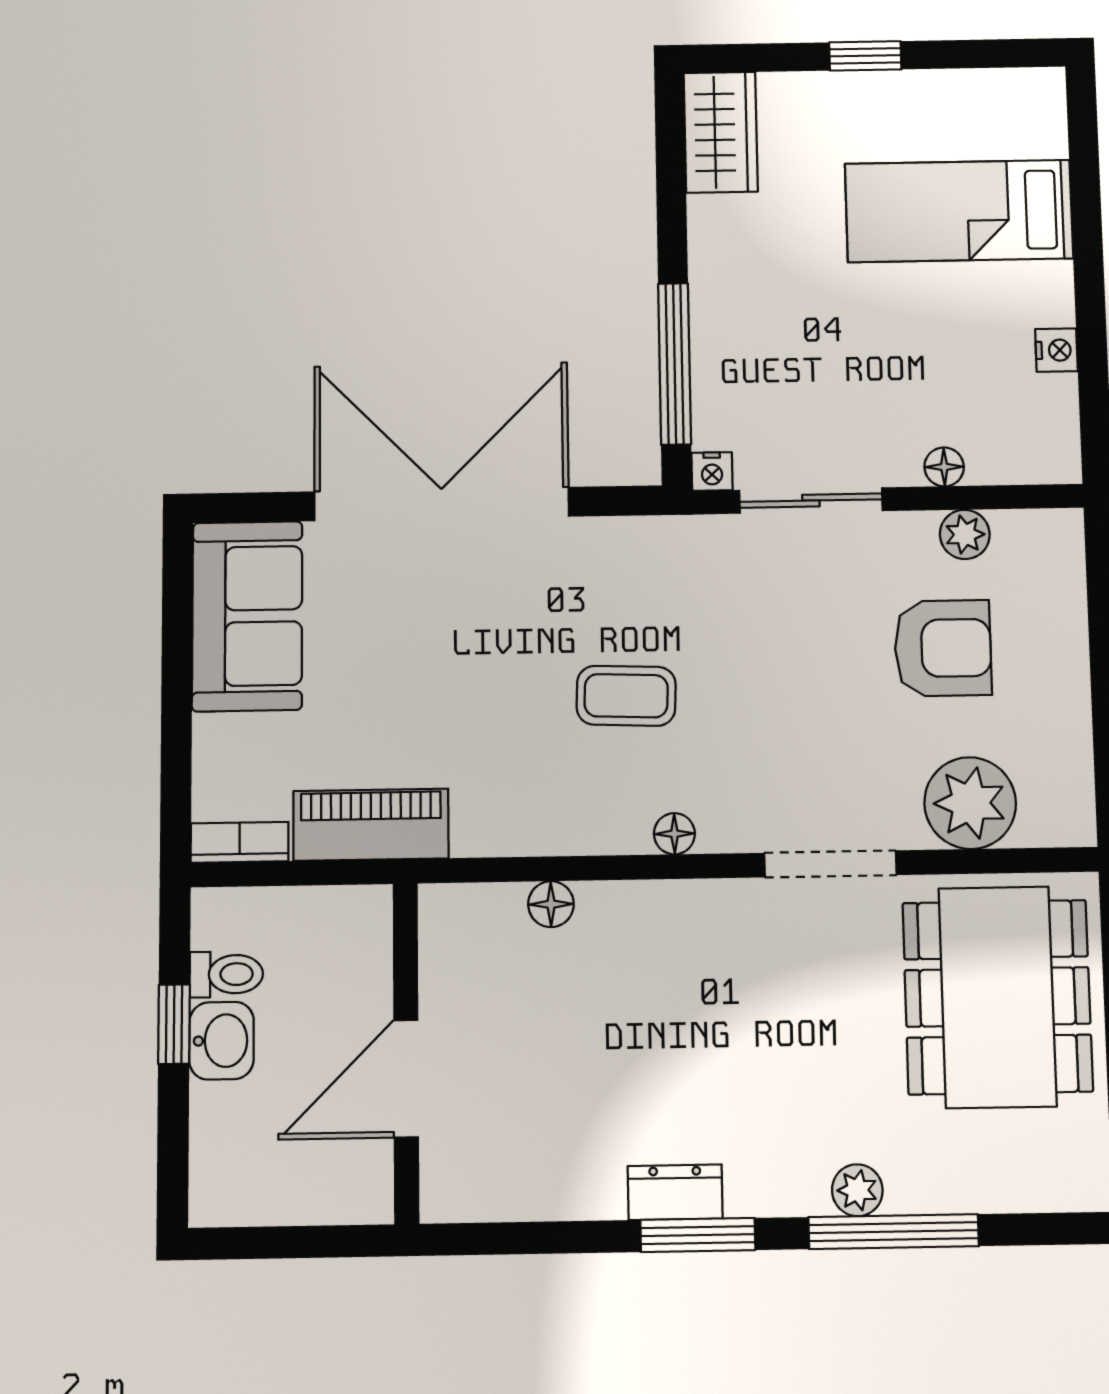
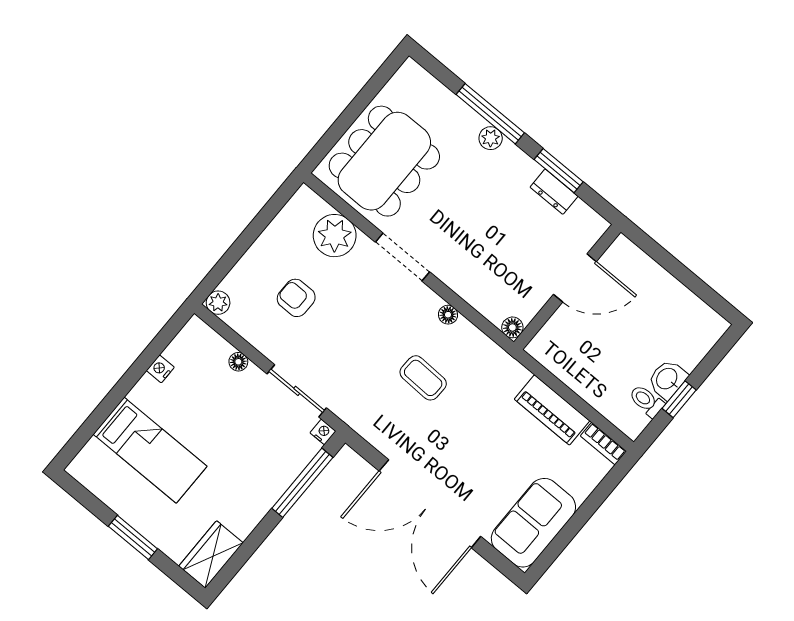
window: (865, 56) -> (133, 537), width x1.50
plant: (965, 534) -> (218, 303), moved
armchair: (943, 648) -> (296, 298), width x0.72, depth x0.72
wall: (406, 1052) -> (567, 287), moved
door: (406, 1079) -> (575, 278), moved

